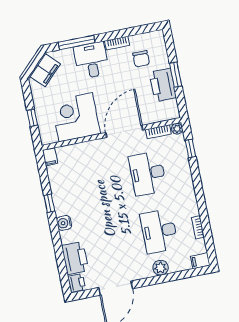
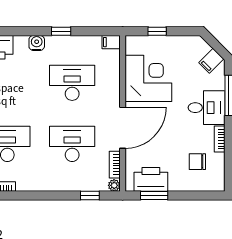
filing cabinet: (45, 70) -> (211, 61), width x0.50
window: (176, 75) -> (154, 195), moved
printer: (163, 85) -> (151, 179), moved
door: (124, 131) -> (123, 128), hinge flipped
desk: (93, 184) -> (72, 83), added

